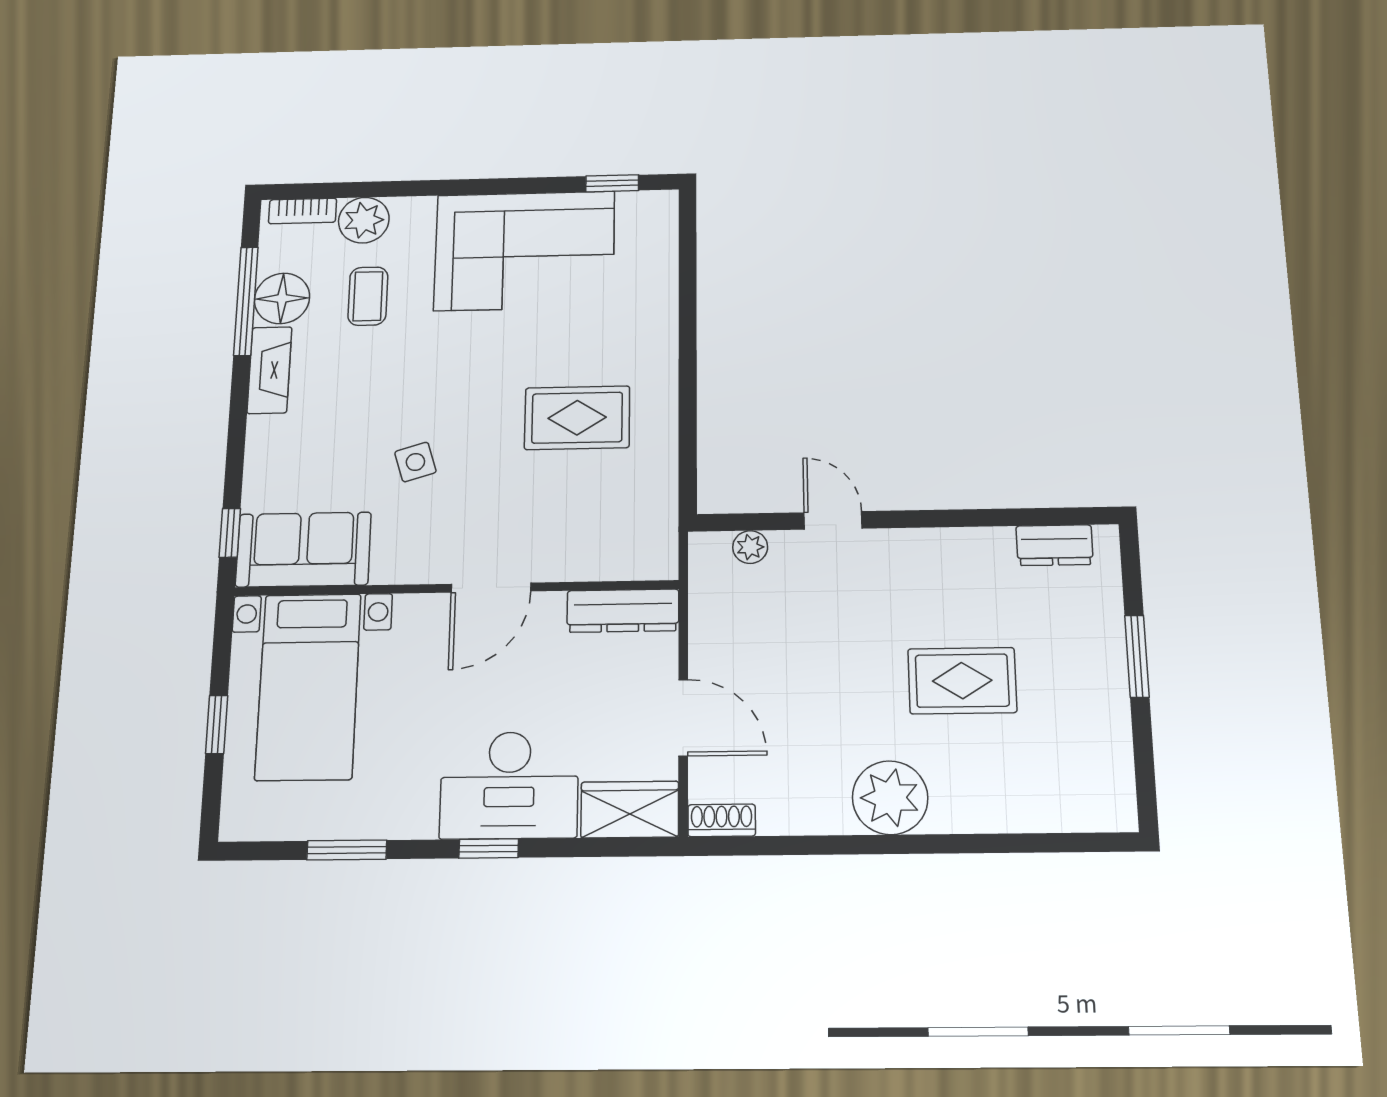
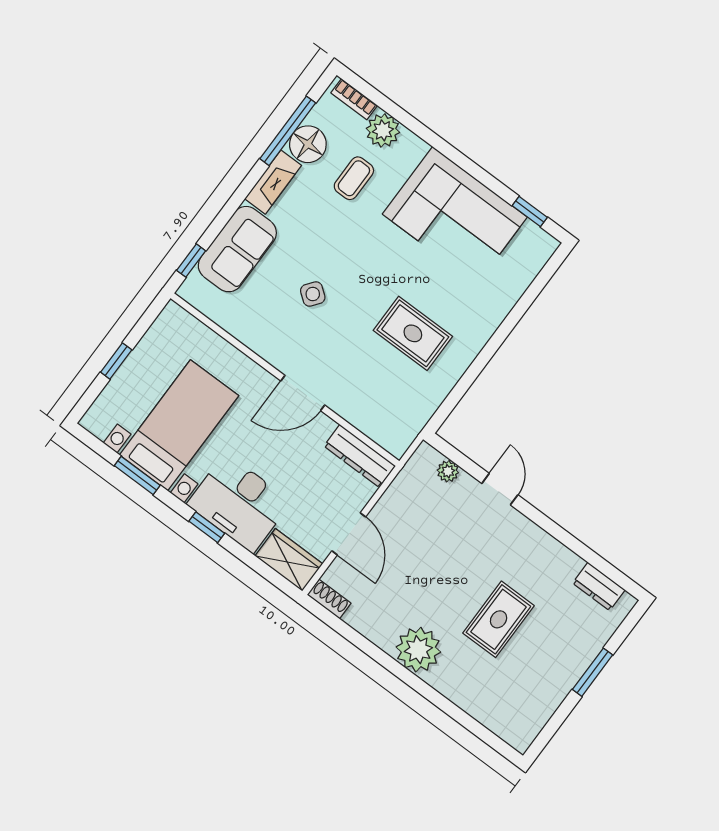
side table: (415, 462) -> (313, 294), turned -36
sofa: (303, 549) -> (237, 249), moved, turned 90
rug: (962, 681) -> (499, 619), turned 90
bed with nightstands: (308, 686) -> (179, 425), moved, turned 180

